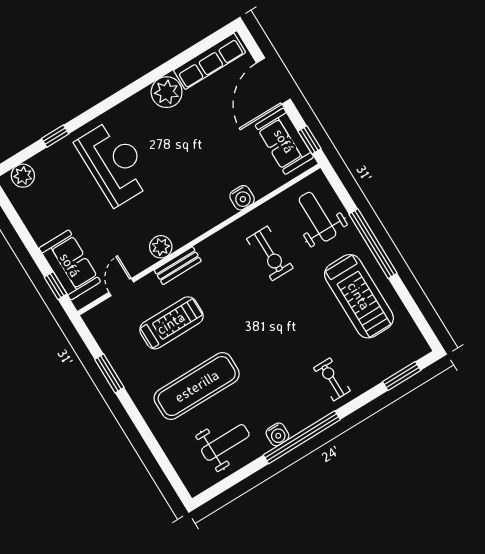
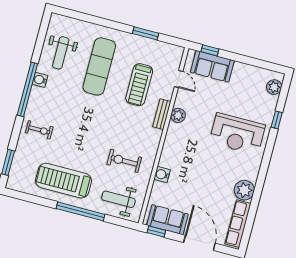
weight bench: (317, 217) -> (118, 199), turned 180

